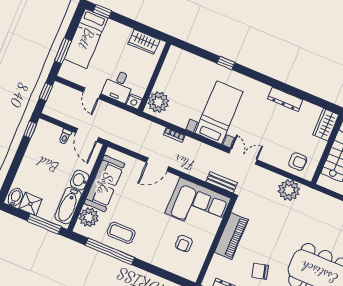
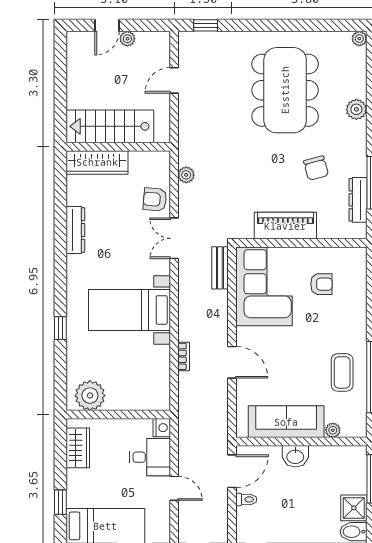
window: (102, 11) -> (60, 502), moved
door: (92, 93) -> (174, 488), hinge flipped
plant: (158, 102) -> (90, 396), moved
wardrobe: (326, 125) -> (97, 162), width x1.50
double door: (243, 156) -> (174, 238), moved
armchair: (298, 162) -> (155, 199), moved, turned -85
plant: (289, 190) -> (186, 175), width x0.53, depth x0.53
bathtub: (68, 206) -> (335, 457), removed
plant: (89, 217) -> (333, 430), width x0.53, depth x0.53

